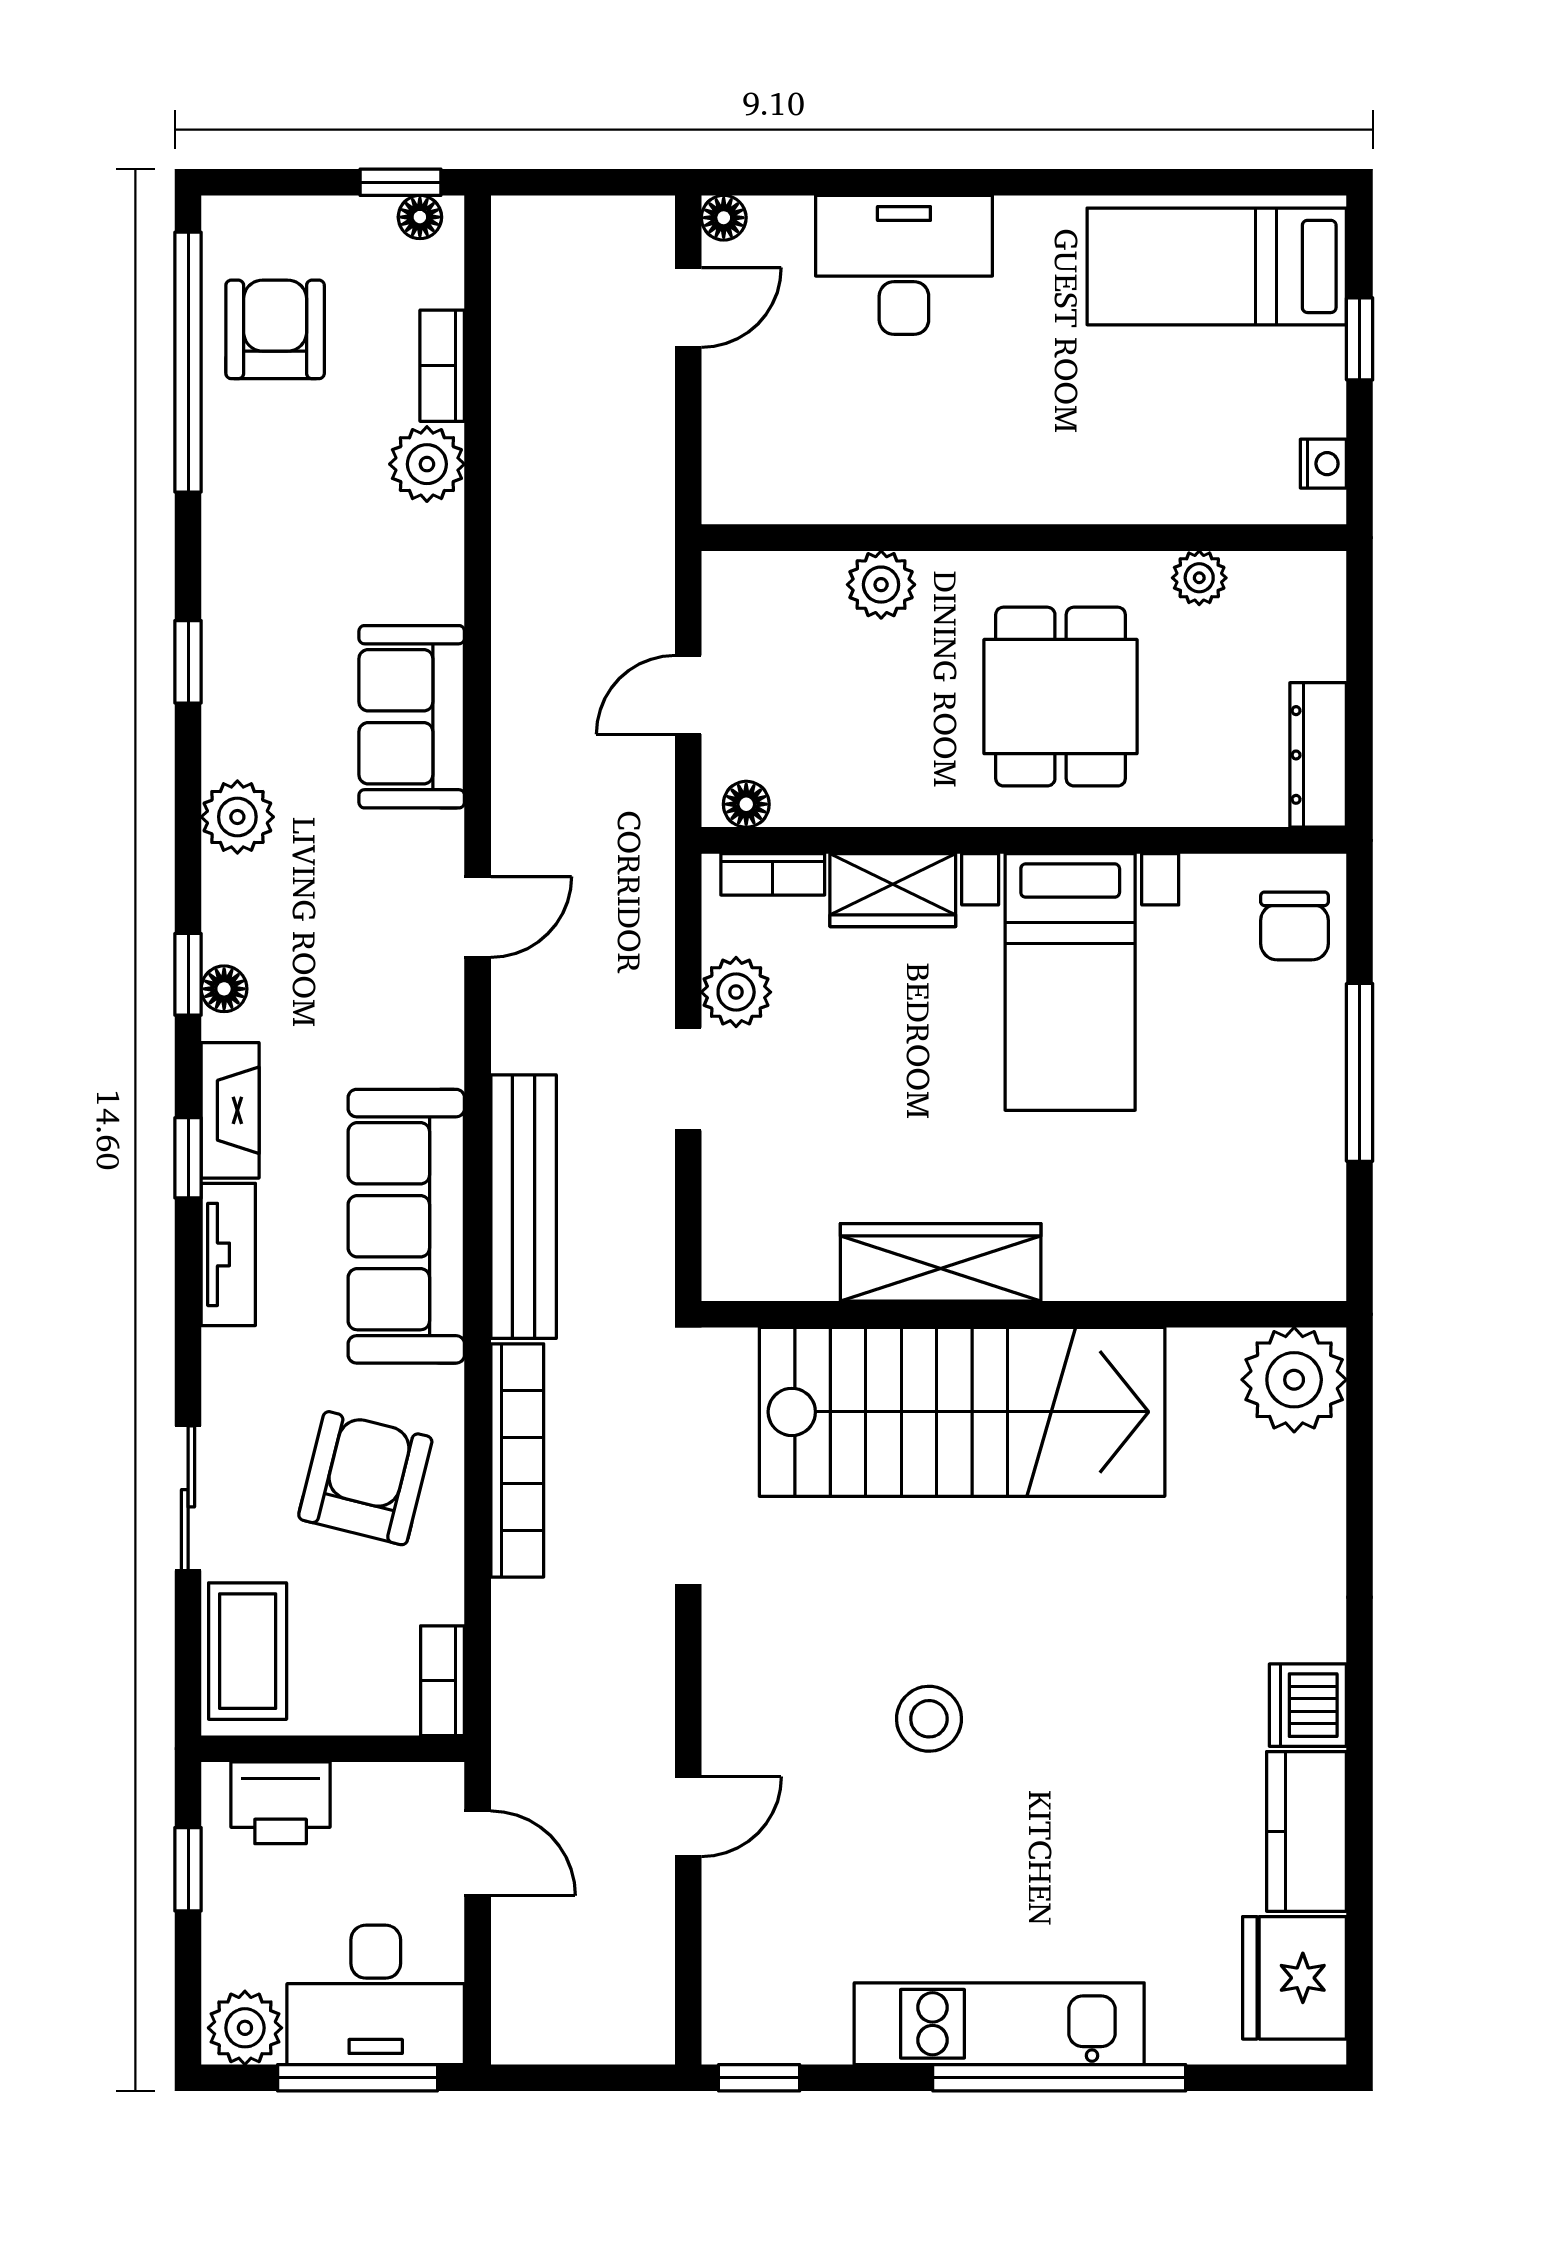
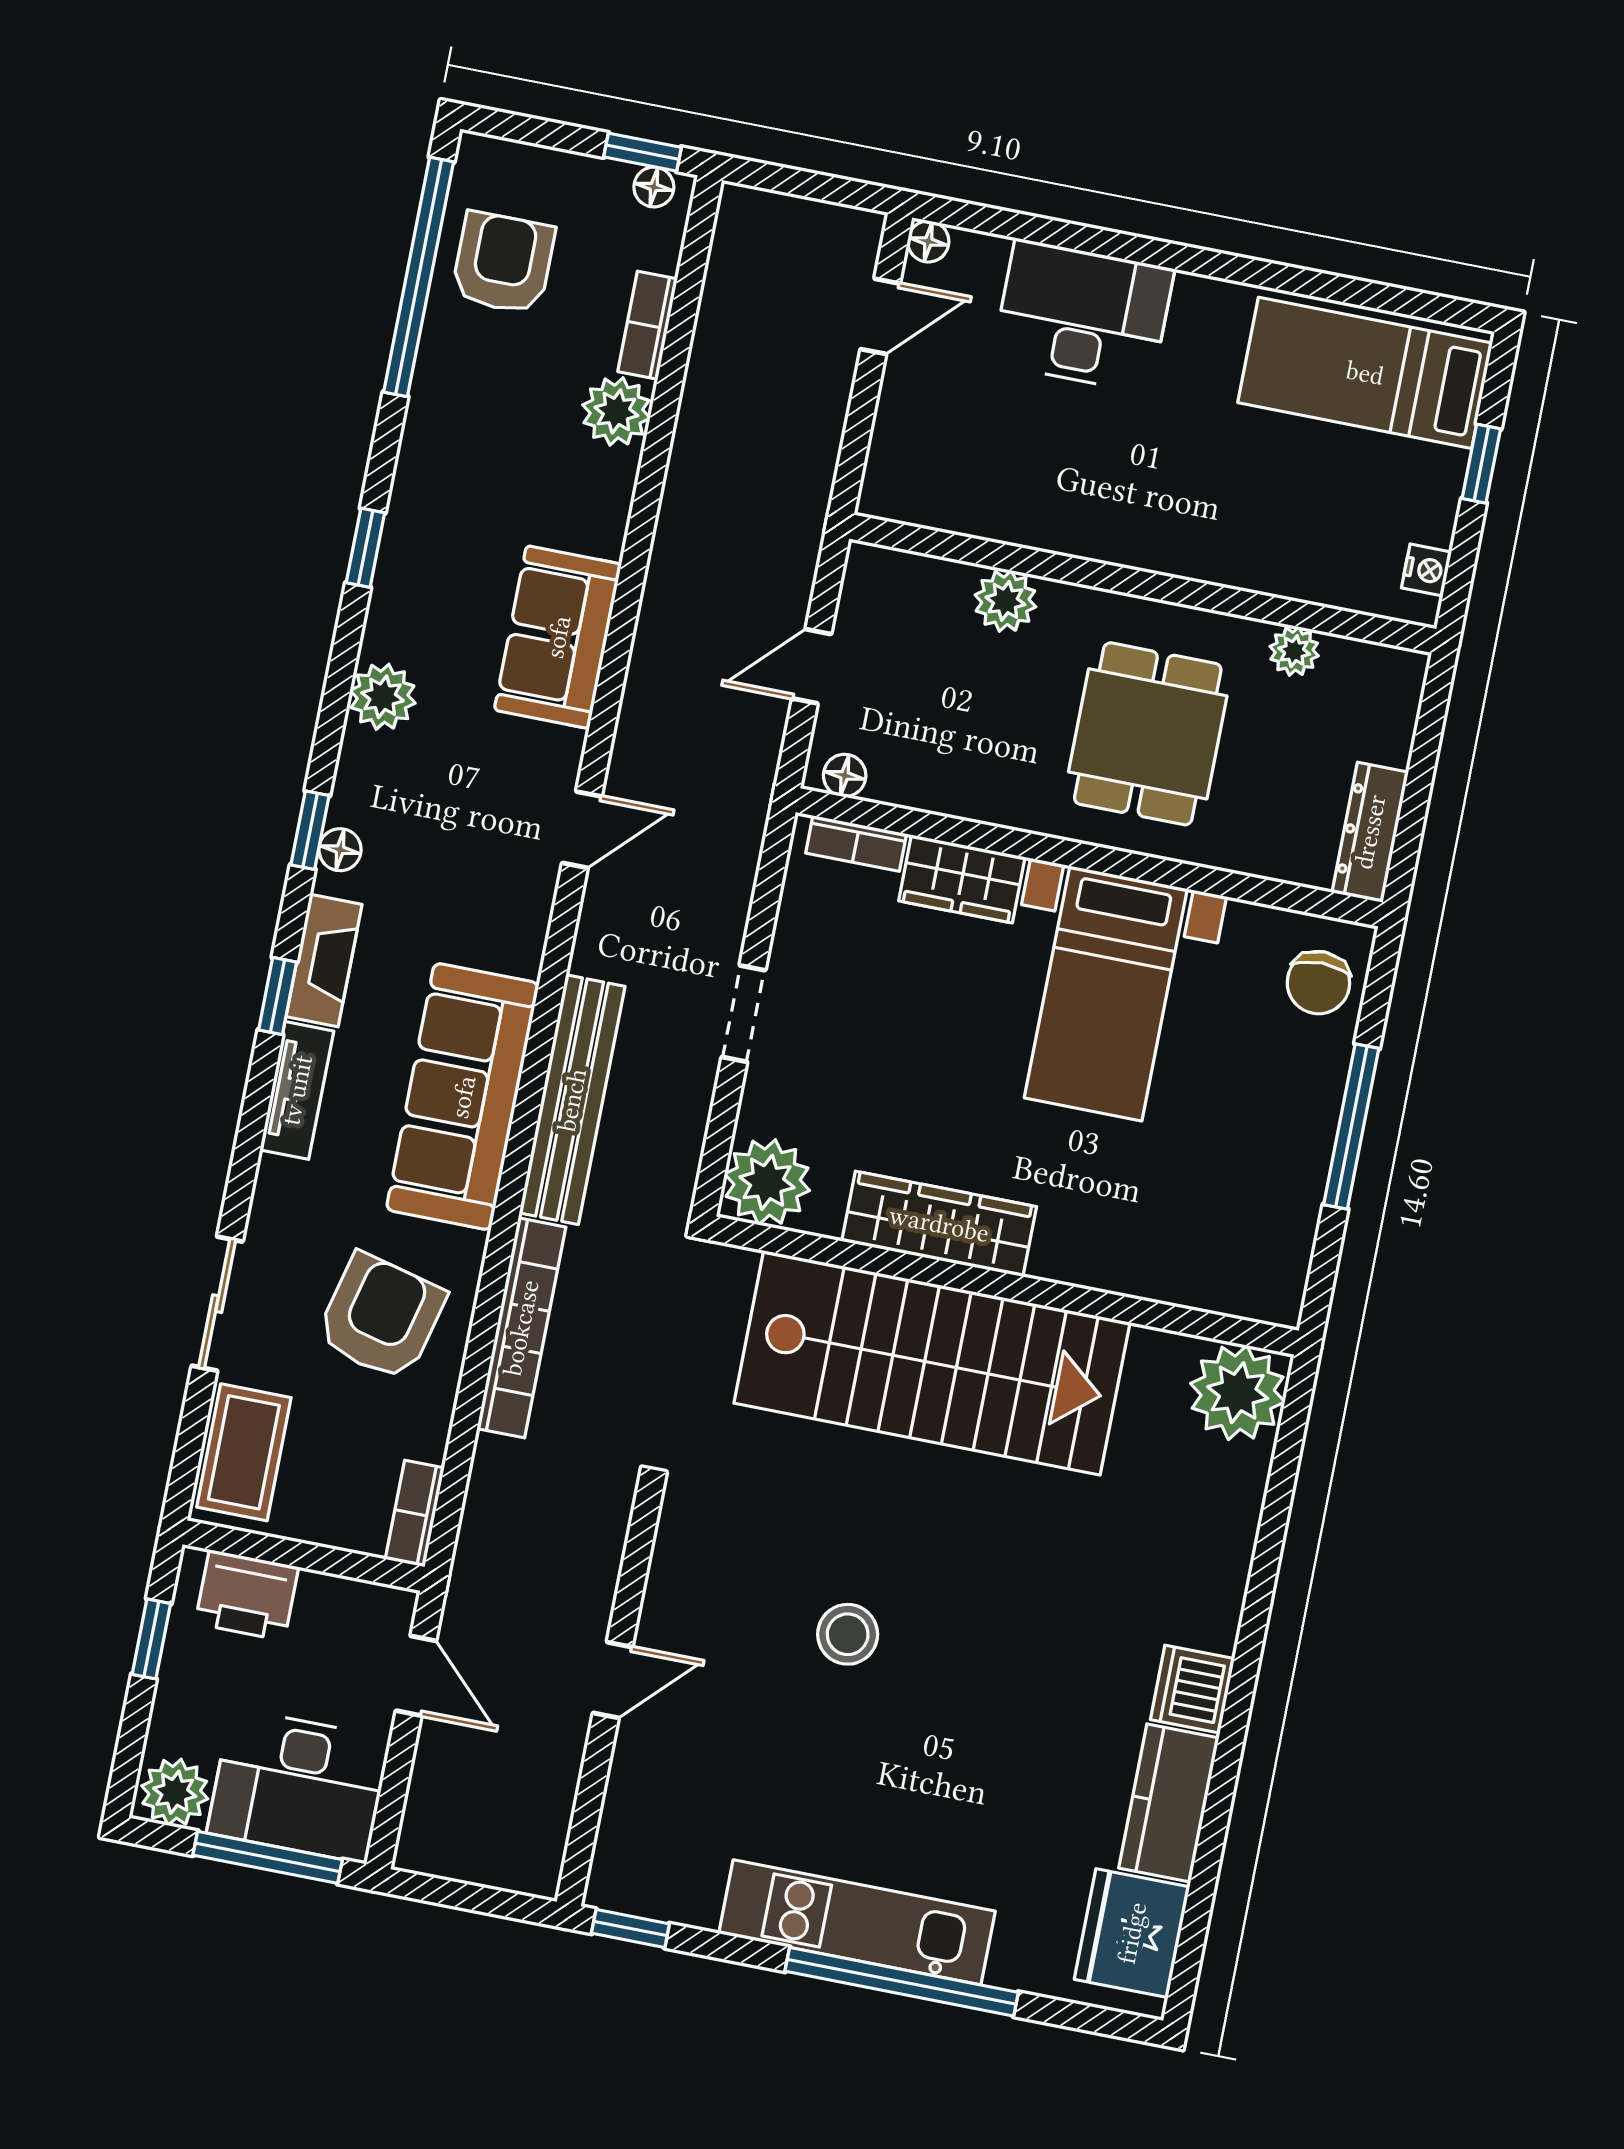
plant: (736, 992) -> (767, 1182), moved, width x1.36, depth x1.36

